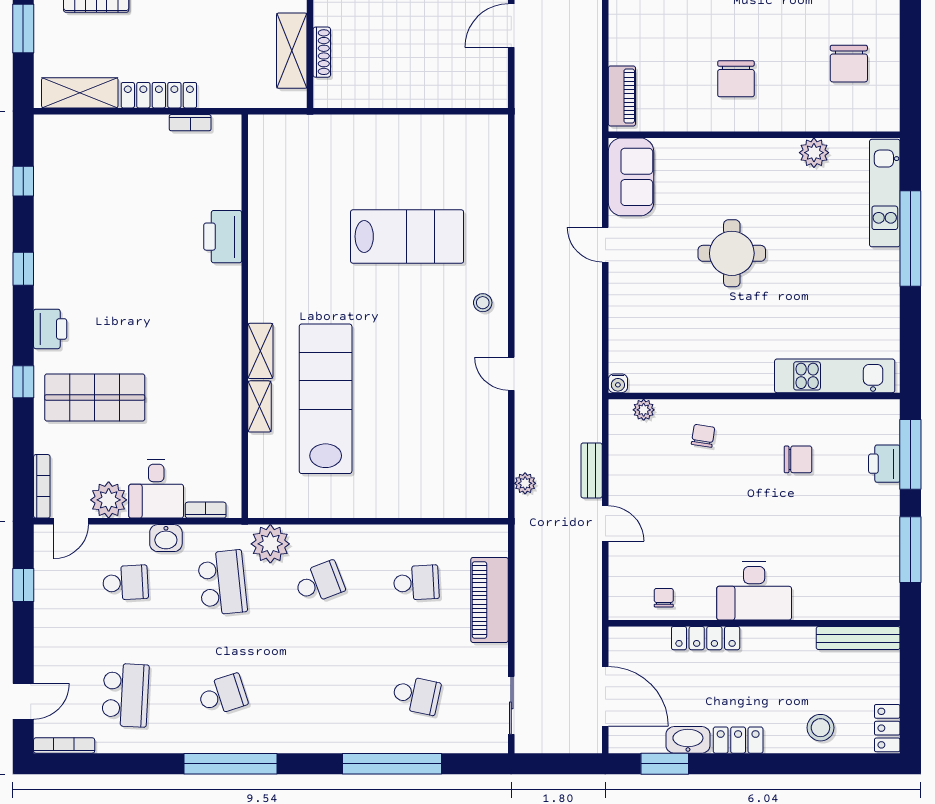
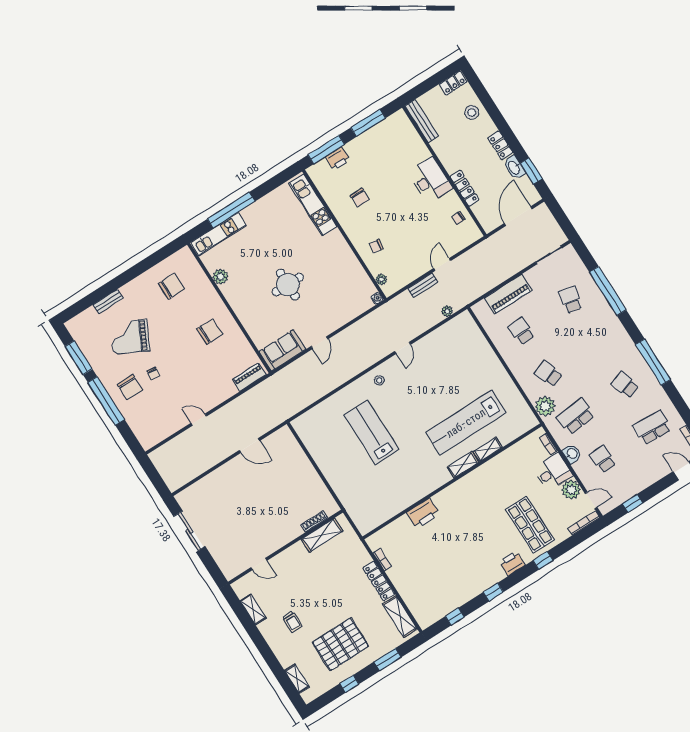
chair: (798, 459) -> (360, 198), turned 180

